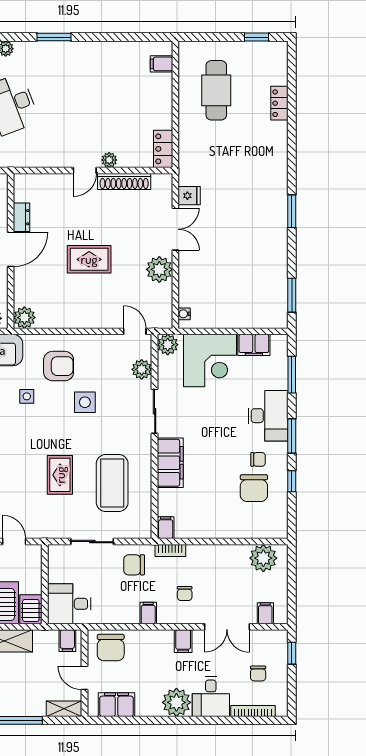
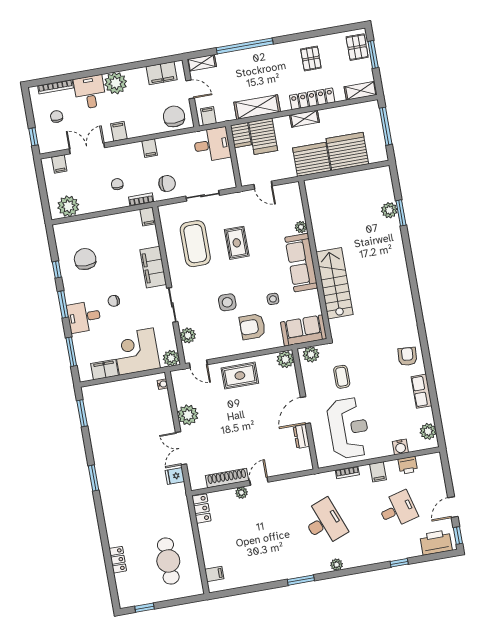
rug: (89, 259) -> (240, 376), moved
desk: (268, 416) -> (84, 317), width x0.73
chair: (258, 459) -> (114, 301), moved
chair: (185, 593) -> (117, 184), moved

